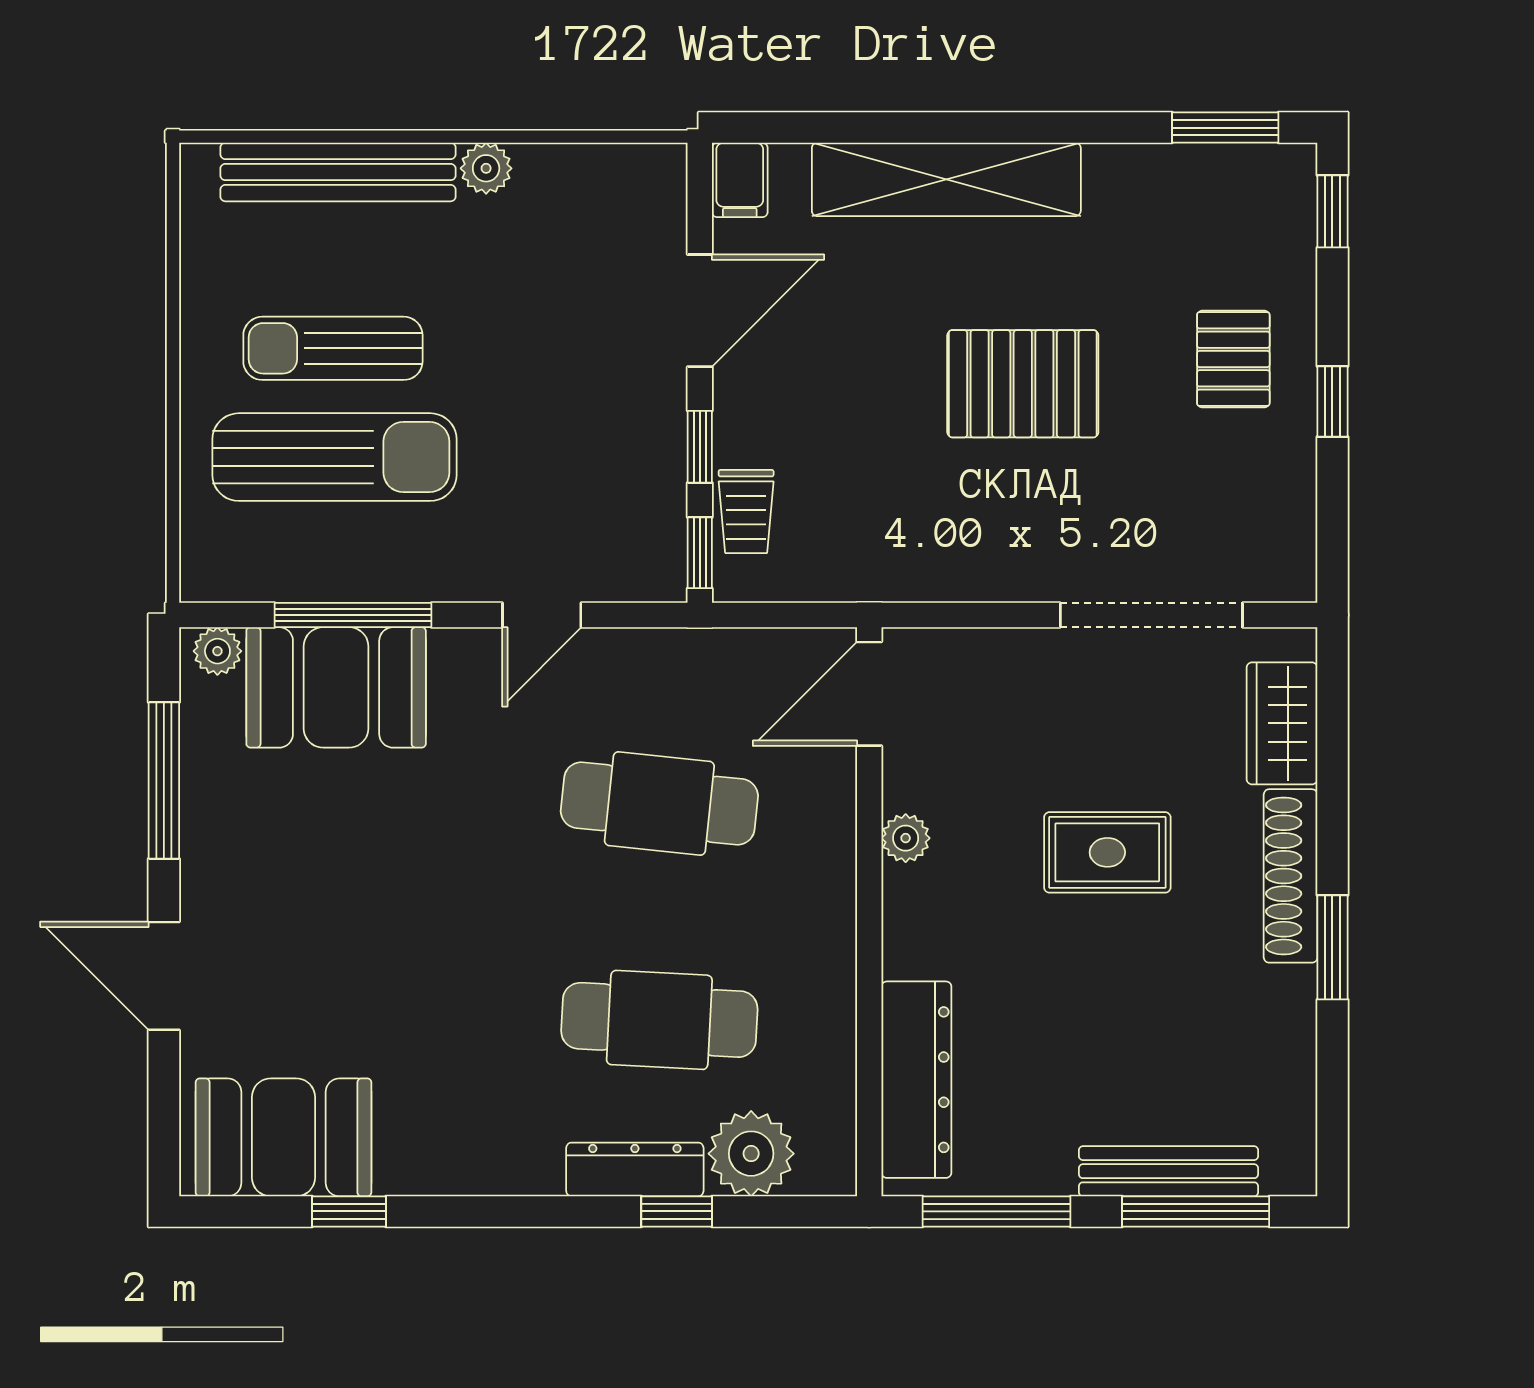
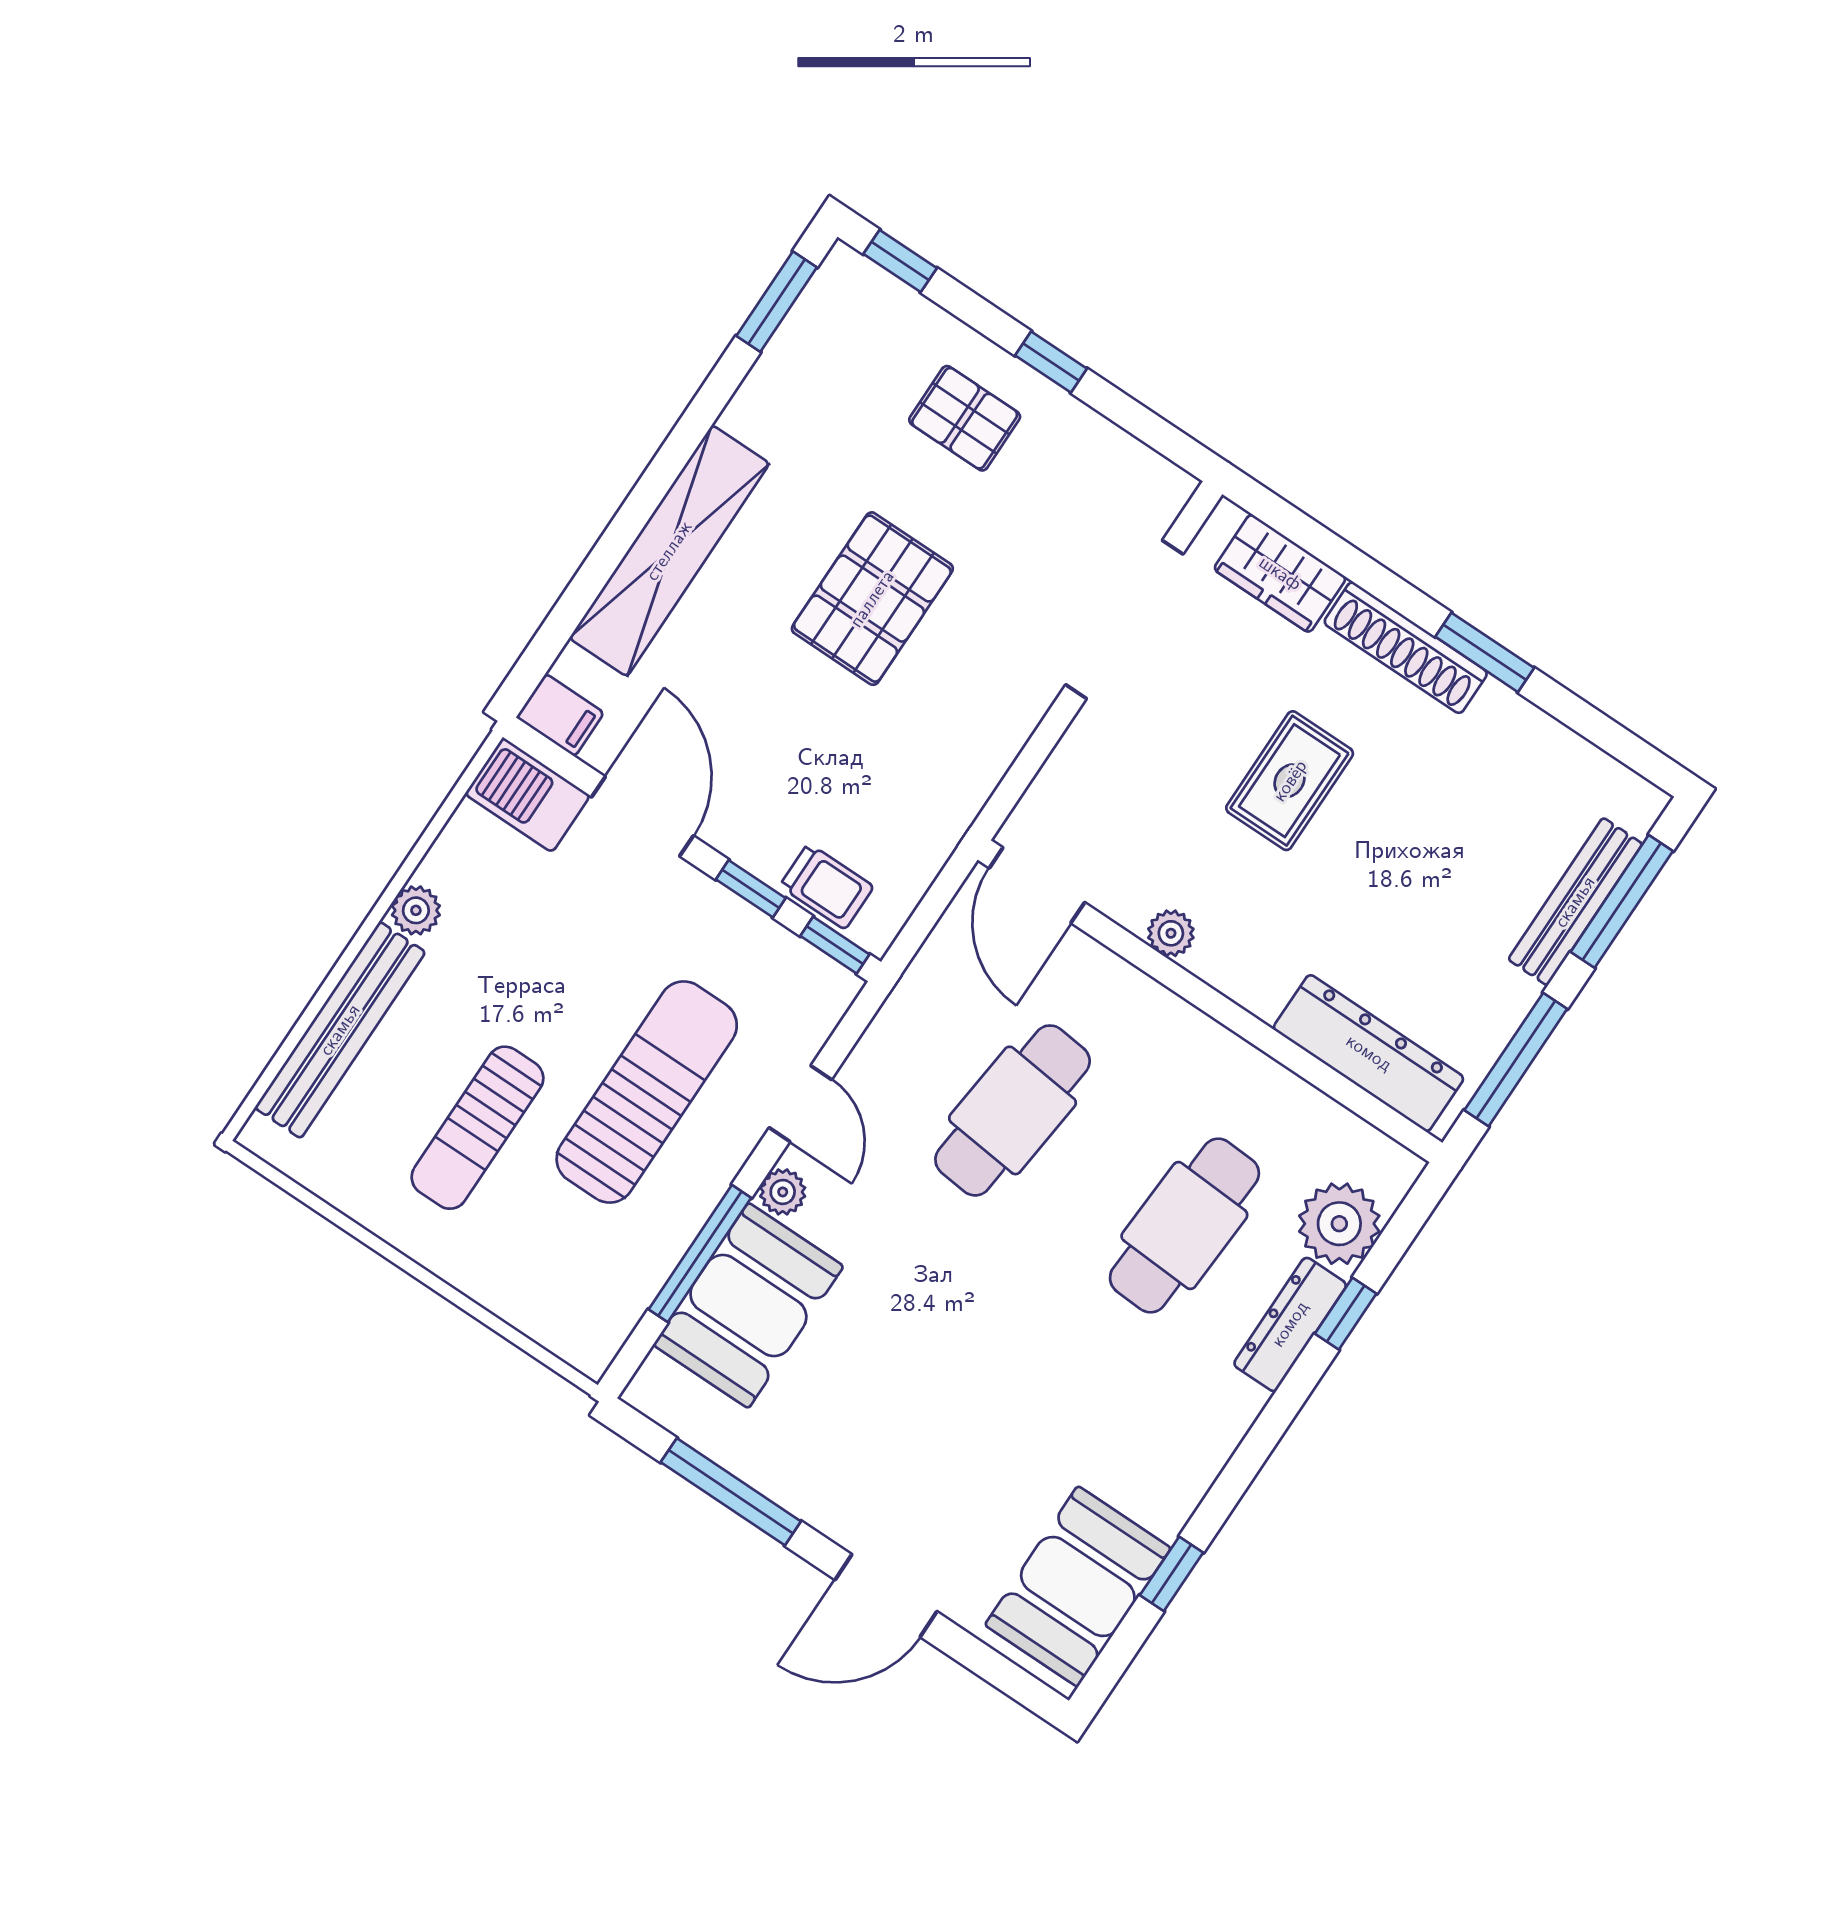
barbecue: (652, 198) -> (527, 795), added
sun lounger: (335, 457) -> (647, 1092), moved
plant: (217, 651) -> (783, 1192), moved

